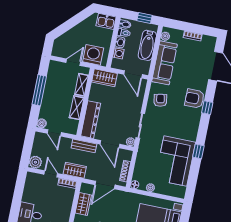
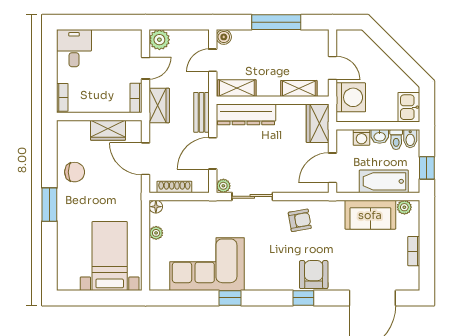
sofa: (164, 63) -> (370, 215), width x0.73
shelving: (77, 108) -> (237, 88), moved

